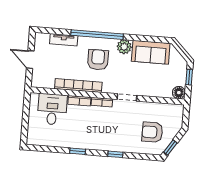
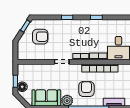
armchair: (98, 60) -> (86, 89), turned 180
floor lamp: (179, 93) -> (22, 87), moved

